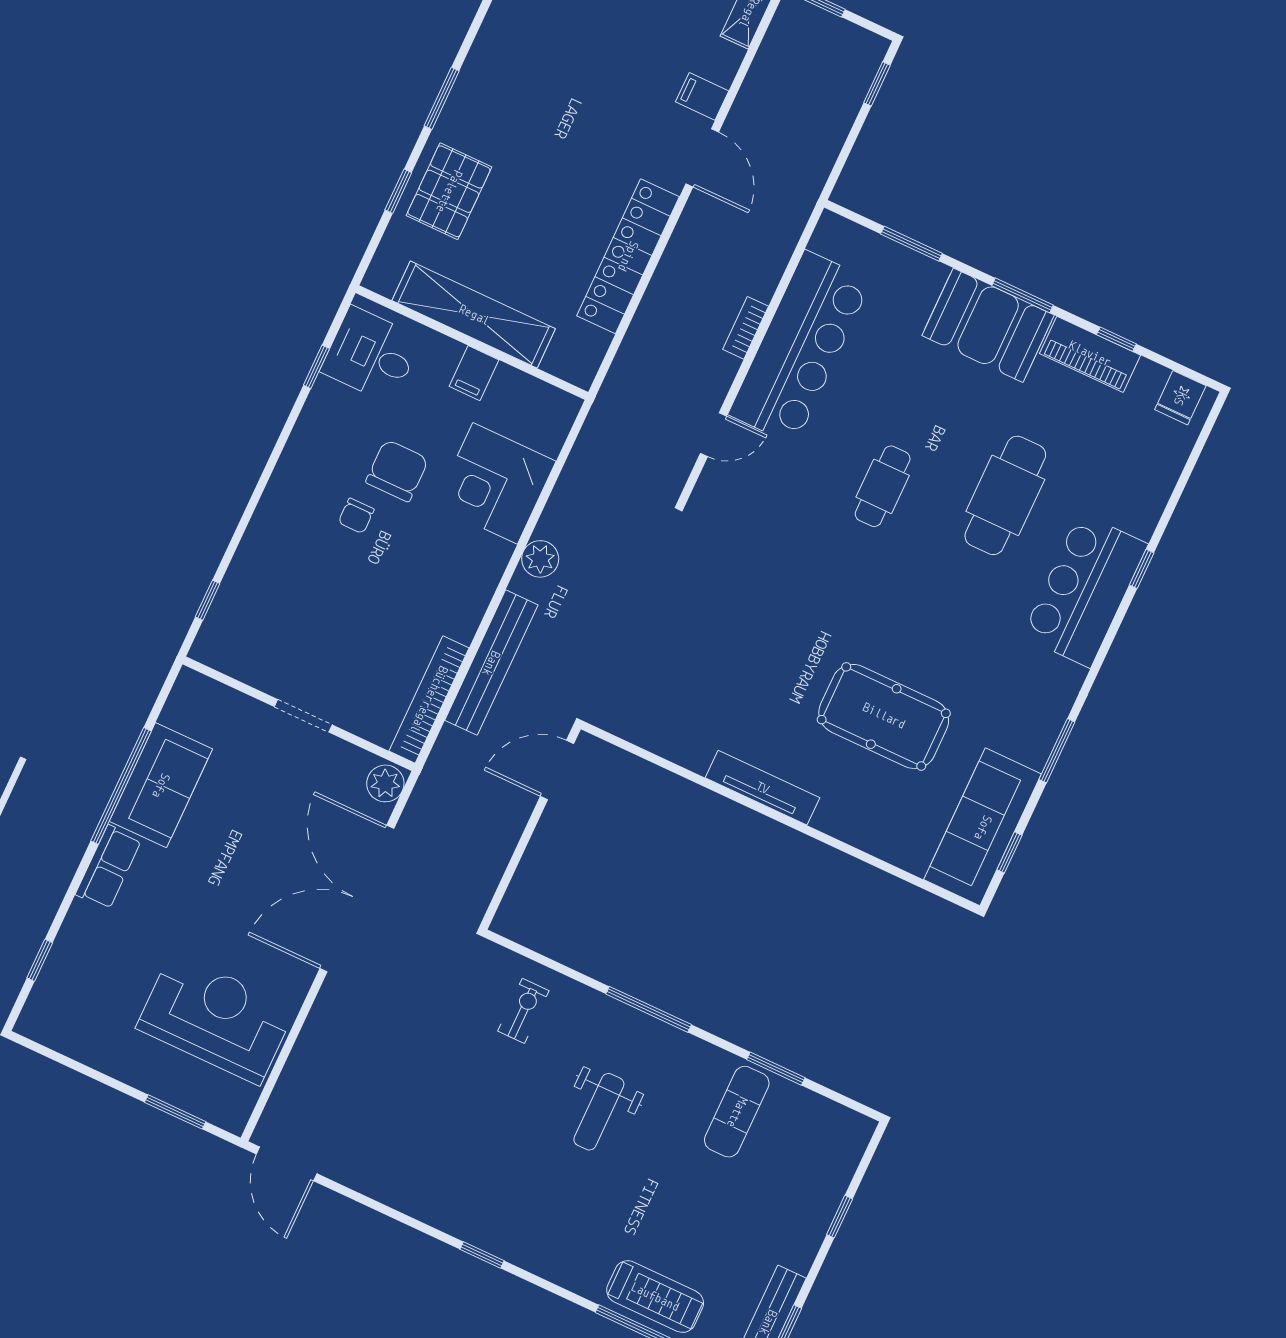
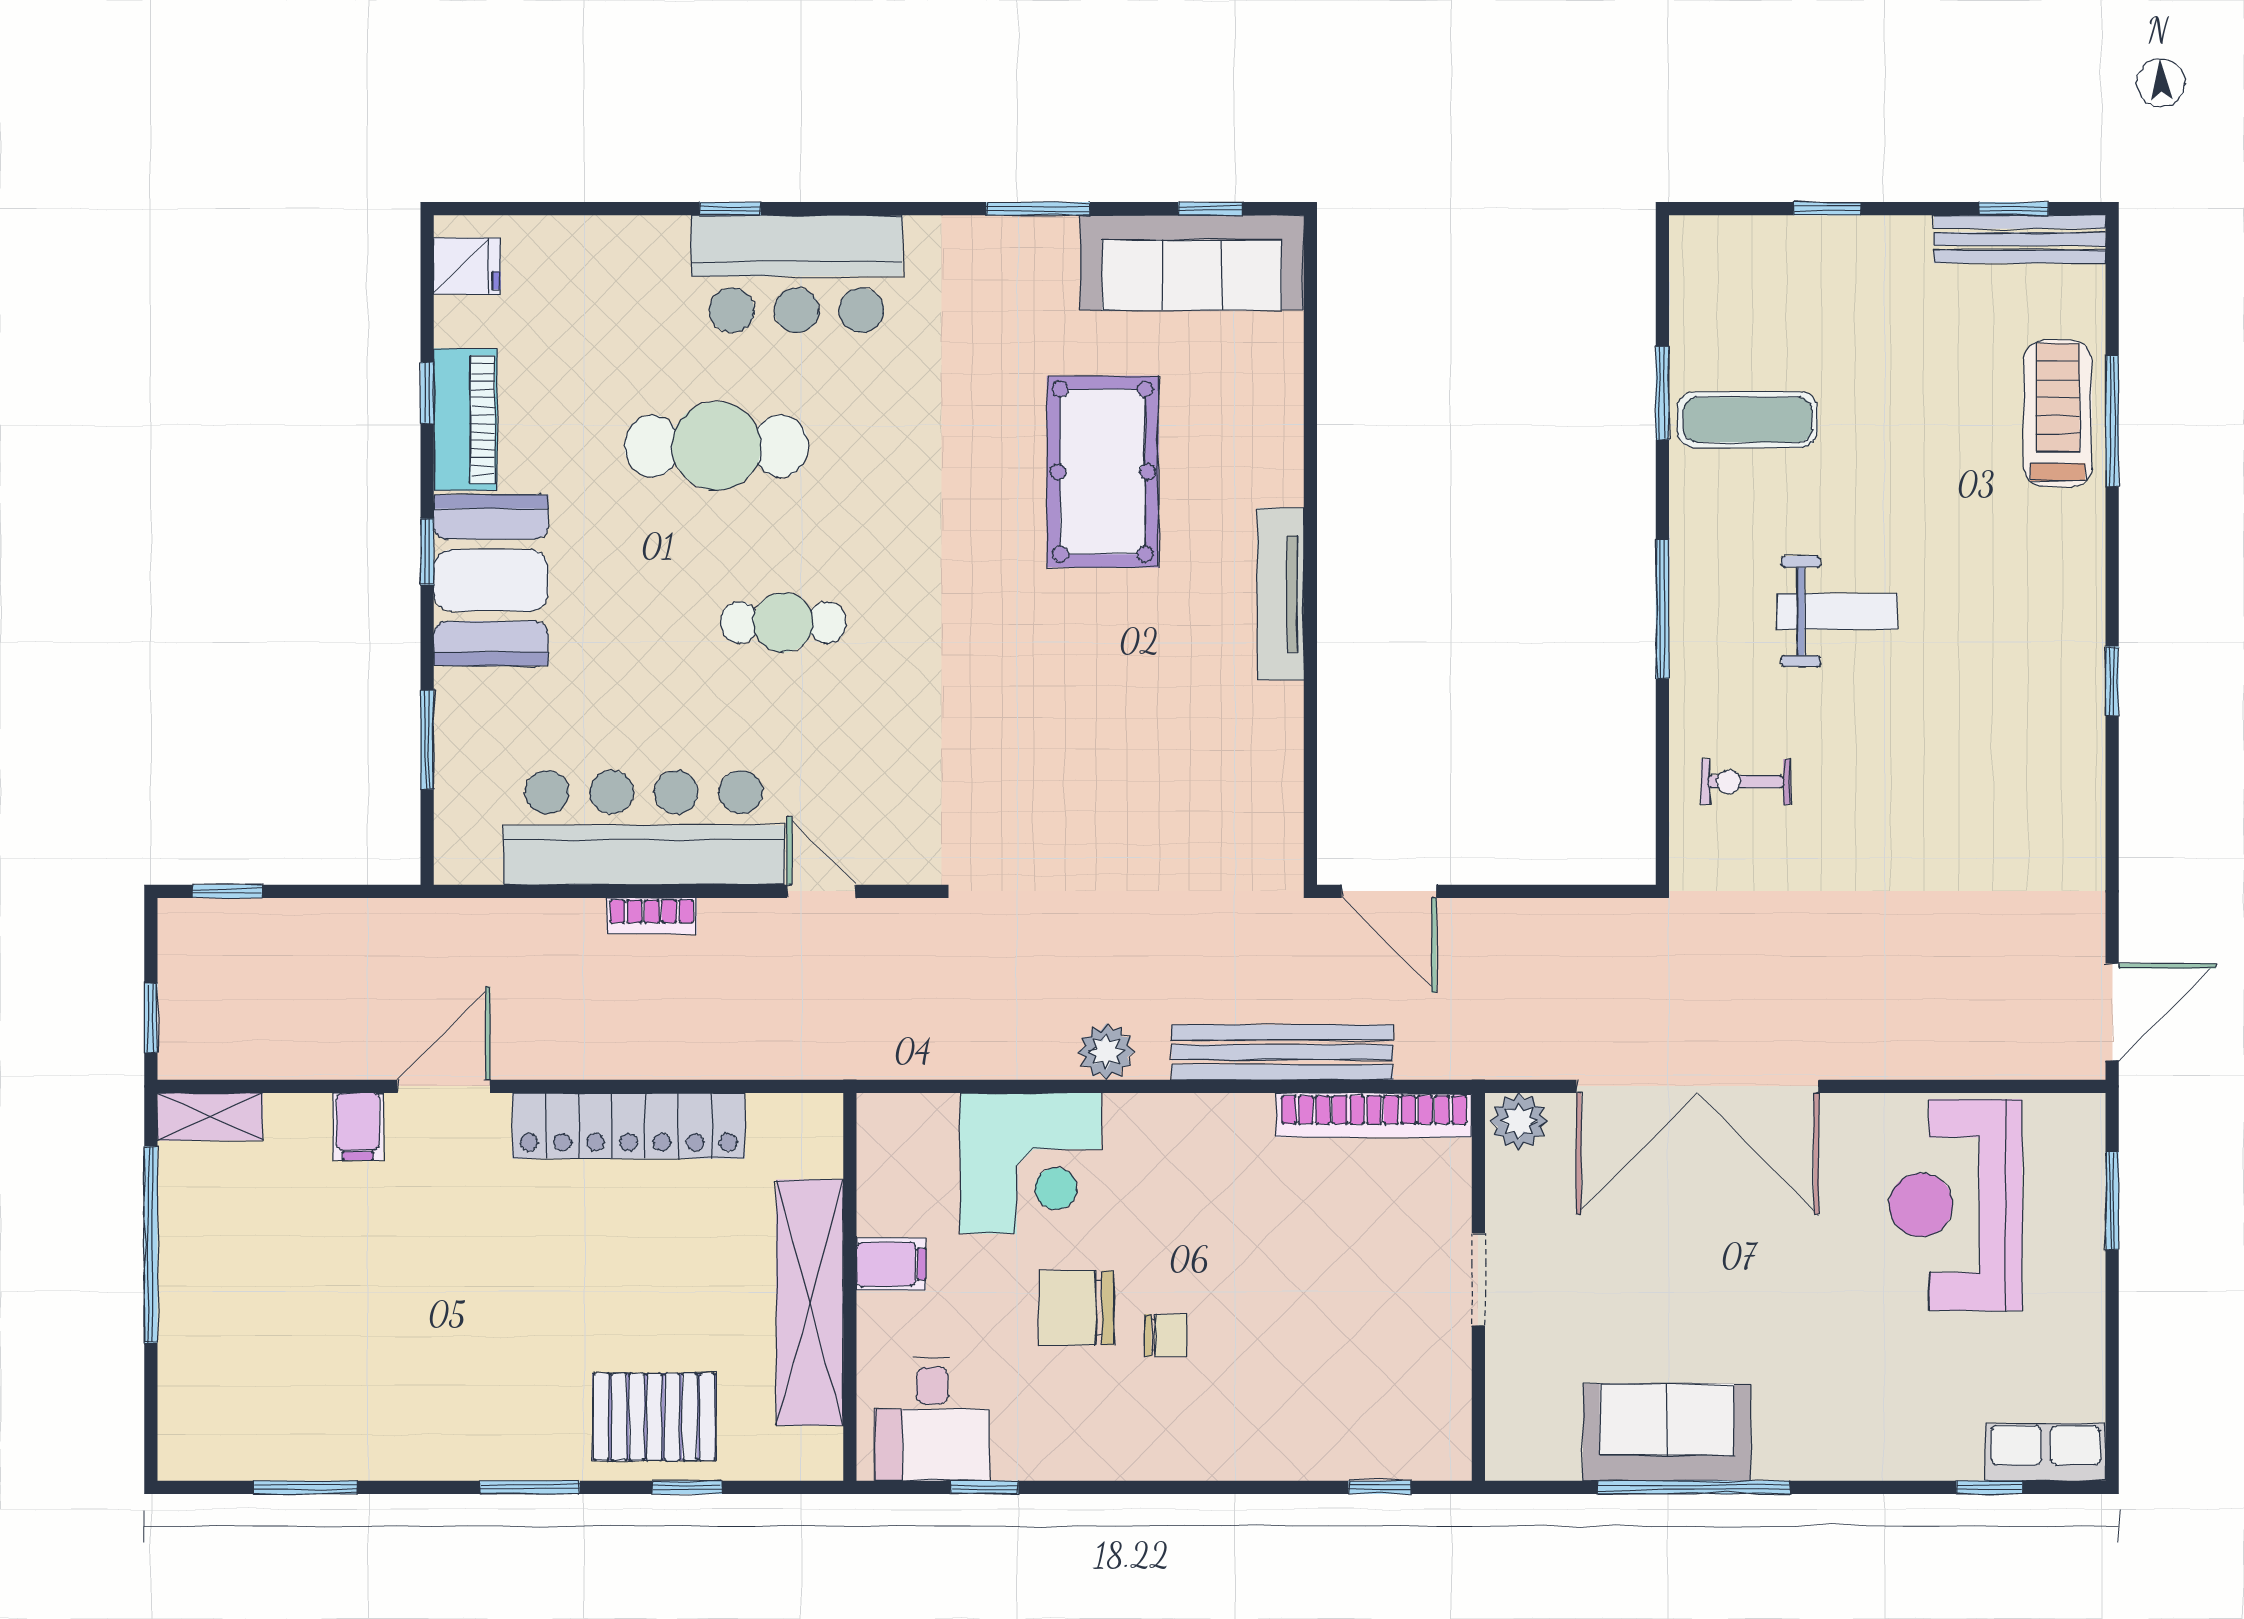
window: (1022, 295) -> (427, 552), width x0.67
row of seats: (108, 867) -> (2046, 1452), moved

